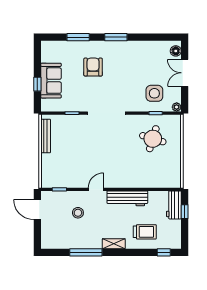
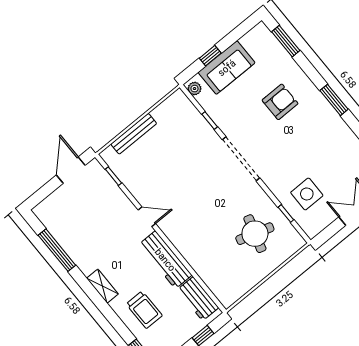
window: (78, 37) -> (286, 41), moved
plant: (177, 107) -> (195, 89), moved
bench: (46, 136) -> (134, 134), moved
workbench: (174, 205) -> (198, 299), moved, turned -90
stool: (78, 213) -> (104, 218), removed
window: (86, 252) -> (57, 250), moved

